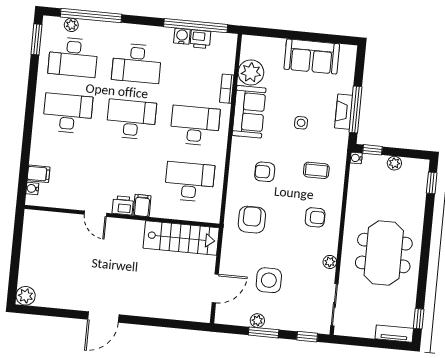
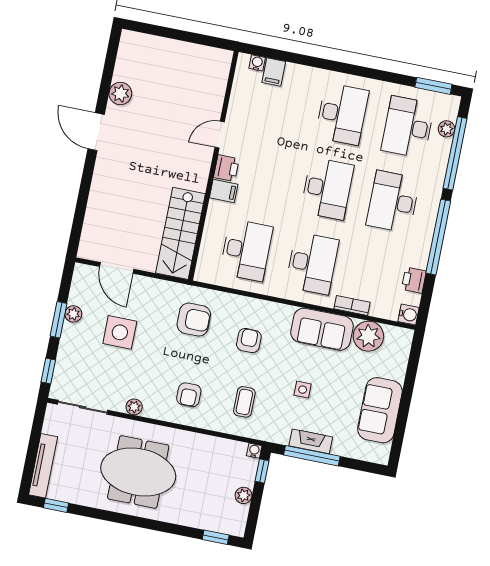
window: (196, 26) -> (438, 237), moved
water cooler: (182, 36) -> (408, 315), moved
plant: (26, 296) -> (120, 94), moved
tv unit: (394, 334) -> (43, 466), width x1.41

